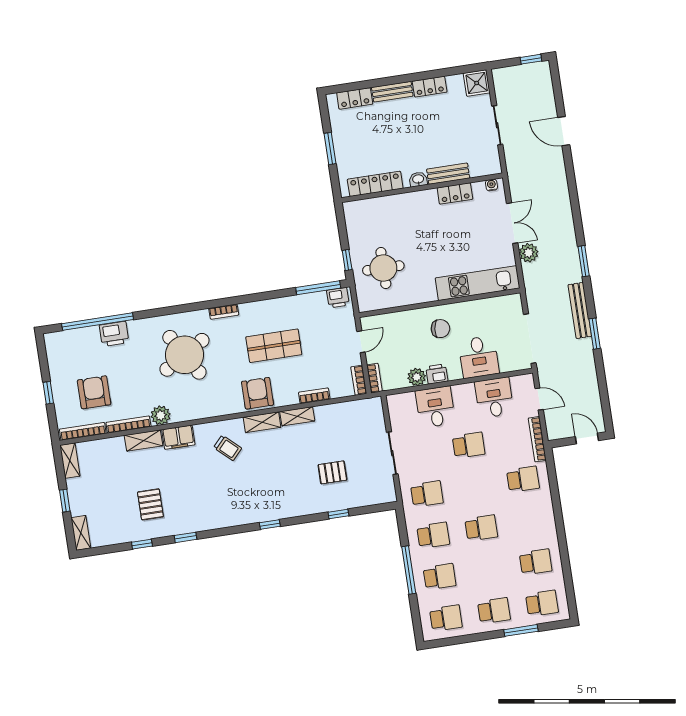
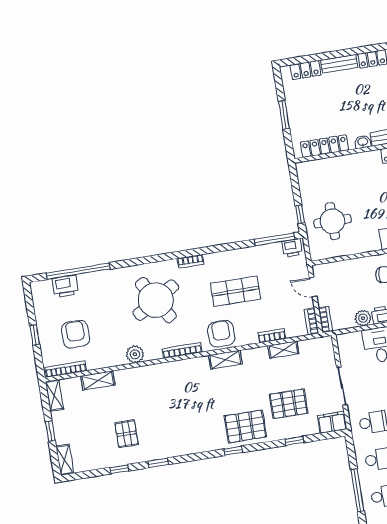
printer: (114, 334) -> (65, 286), moved
door: (361, 342) -> (313, 287), swing flipped
shelving: (297, 416) -> (283, 350), moved
bookcase: (128, 425) -> (182, 350), moved
filing cabinet: (178, 437) -> (332, 422), moved, turned 180
shelving: (144, 441) -> (98, 380), moved
trolley: (228, 448) -> (195, 383), removed
pallet: (332, 472) -> (289, 404), width x1.50, depth x1.42
pallet: (284, 497) -> (245, 426), added

